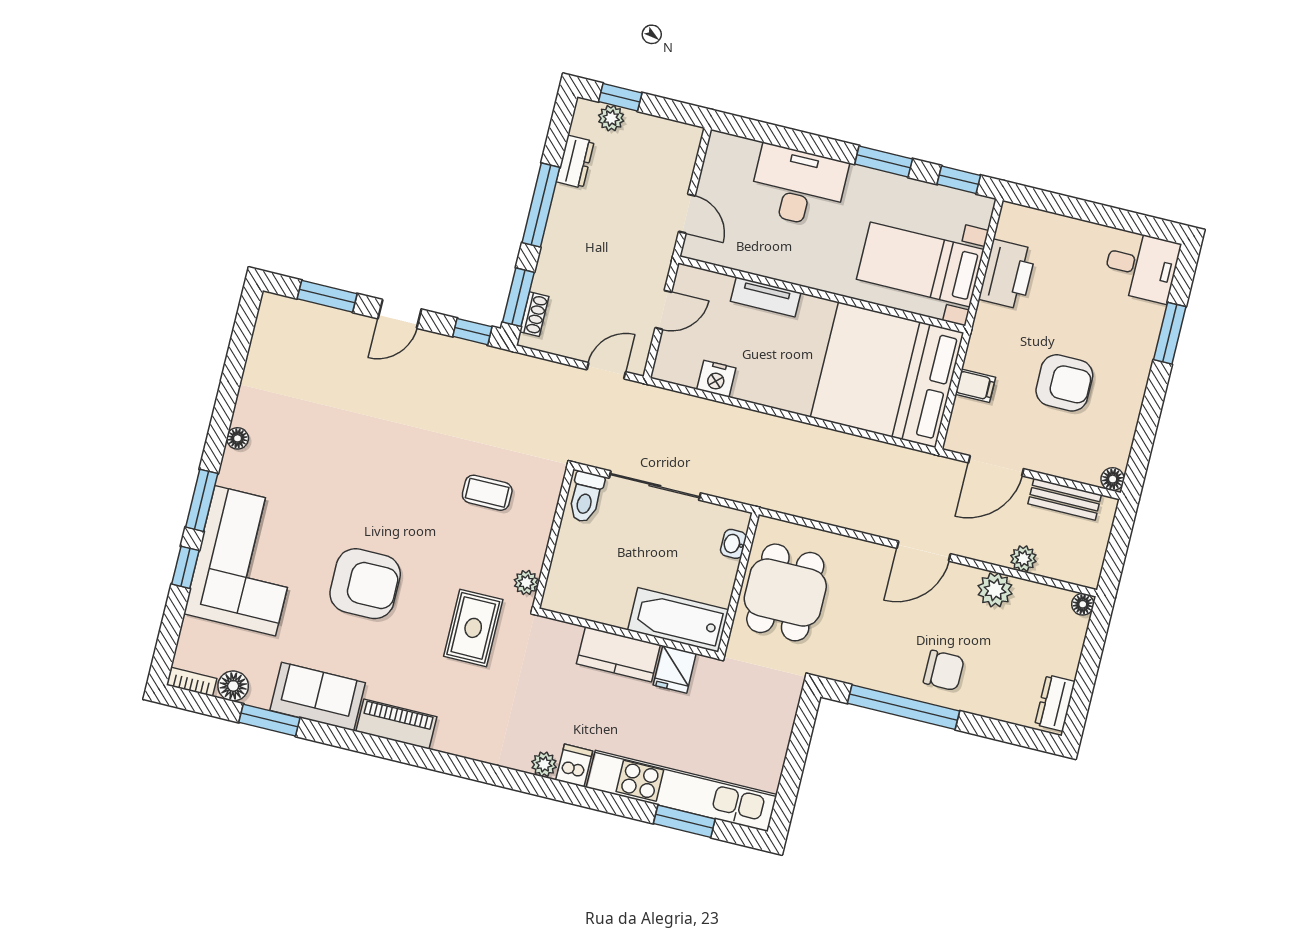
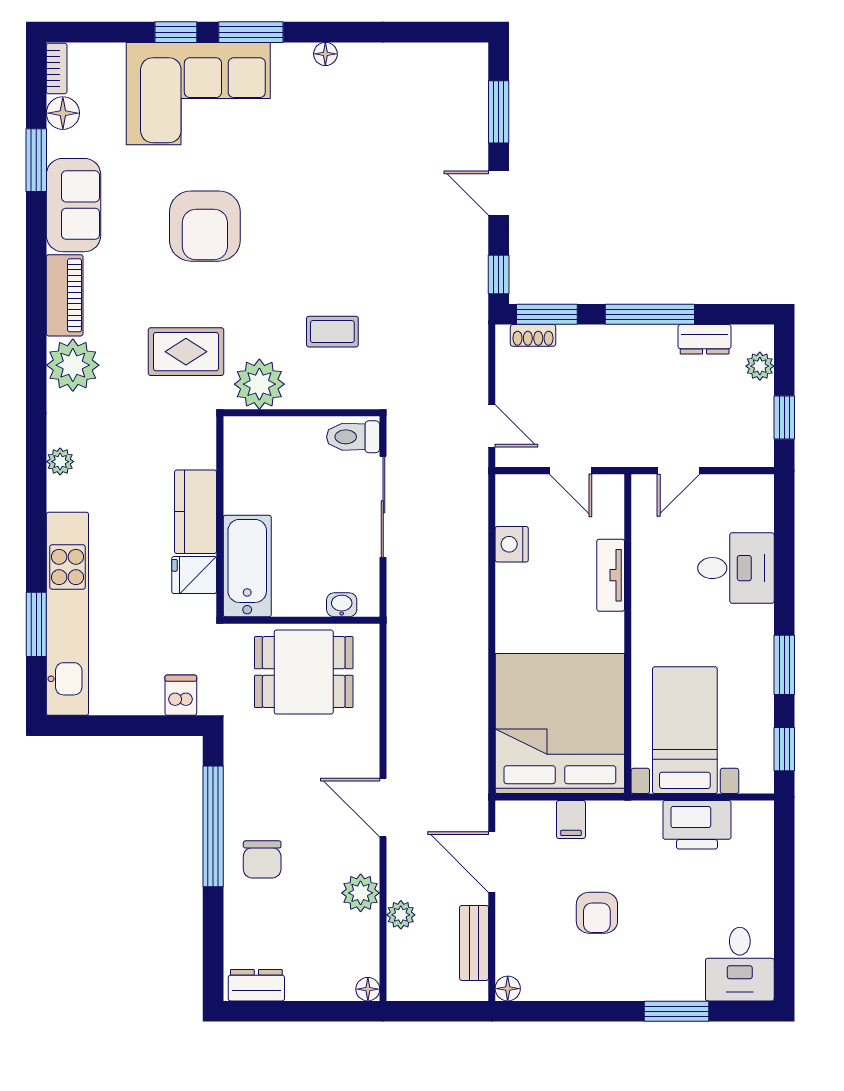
window: (620, 97) -> (784, 417), moved
desk: (798, 186) -> (736, 568), width x0.73
armchair: (1064, 383) -> (597, 913), width x0.72, depth x0.72
coffee table: (487, 493) -> (332, 332), turned 90
plant: (526, 583) -> (259, 384), width x1.87, depth x1.87
plant: (461, 732) -> (73, 365), added
dishwasher: (574, 765) -> (181, 695), moved, turned -90

